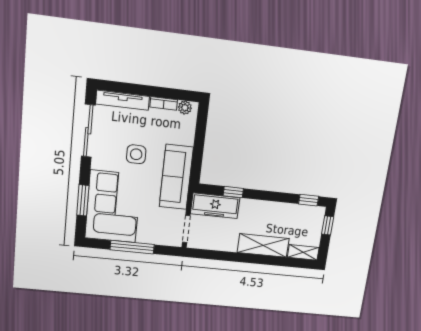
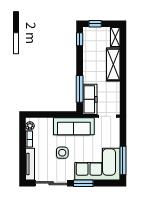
window: (233, 192) -> (80, 89), width x2.17
window: (83, 200) -> (83, 183), moved
window: (132, 247) -> (123, 161), moved

